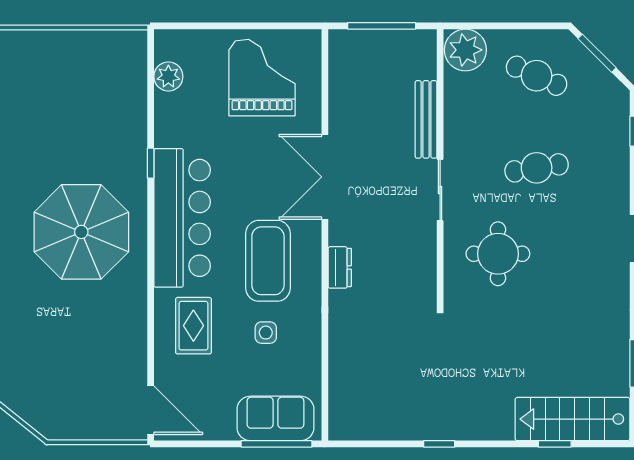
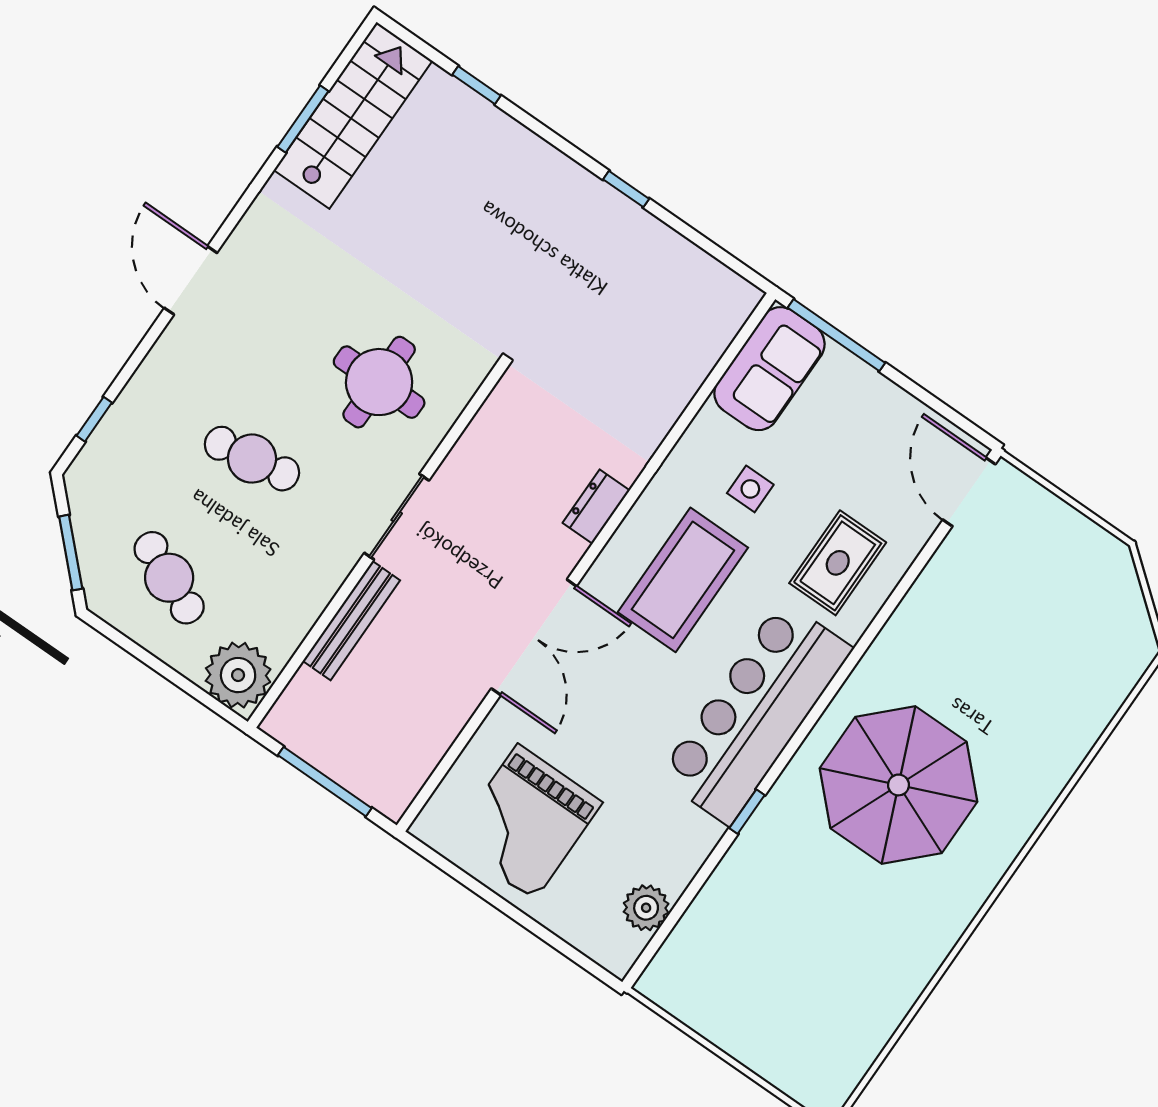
sofa: (275, 418) -> (769, 369), moved, turned -90
stairs: (573, 419) -> (353, 115), moved, turned -90

